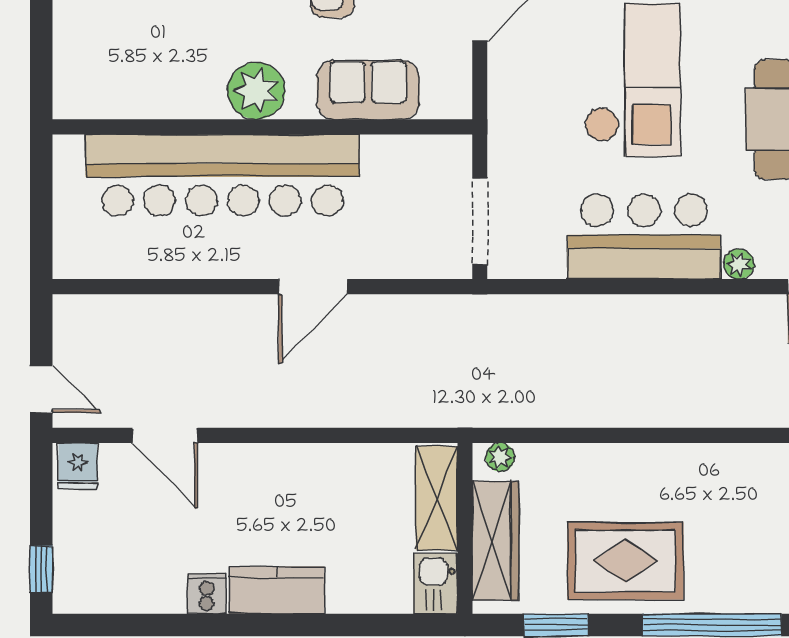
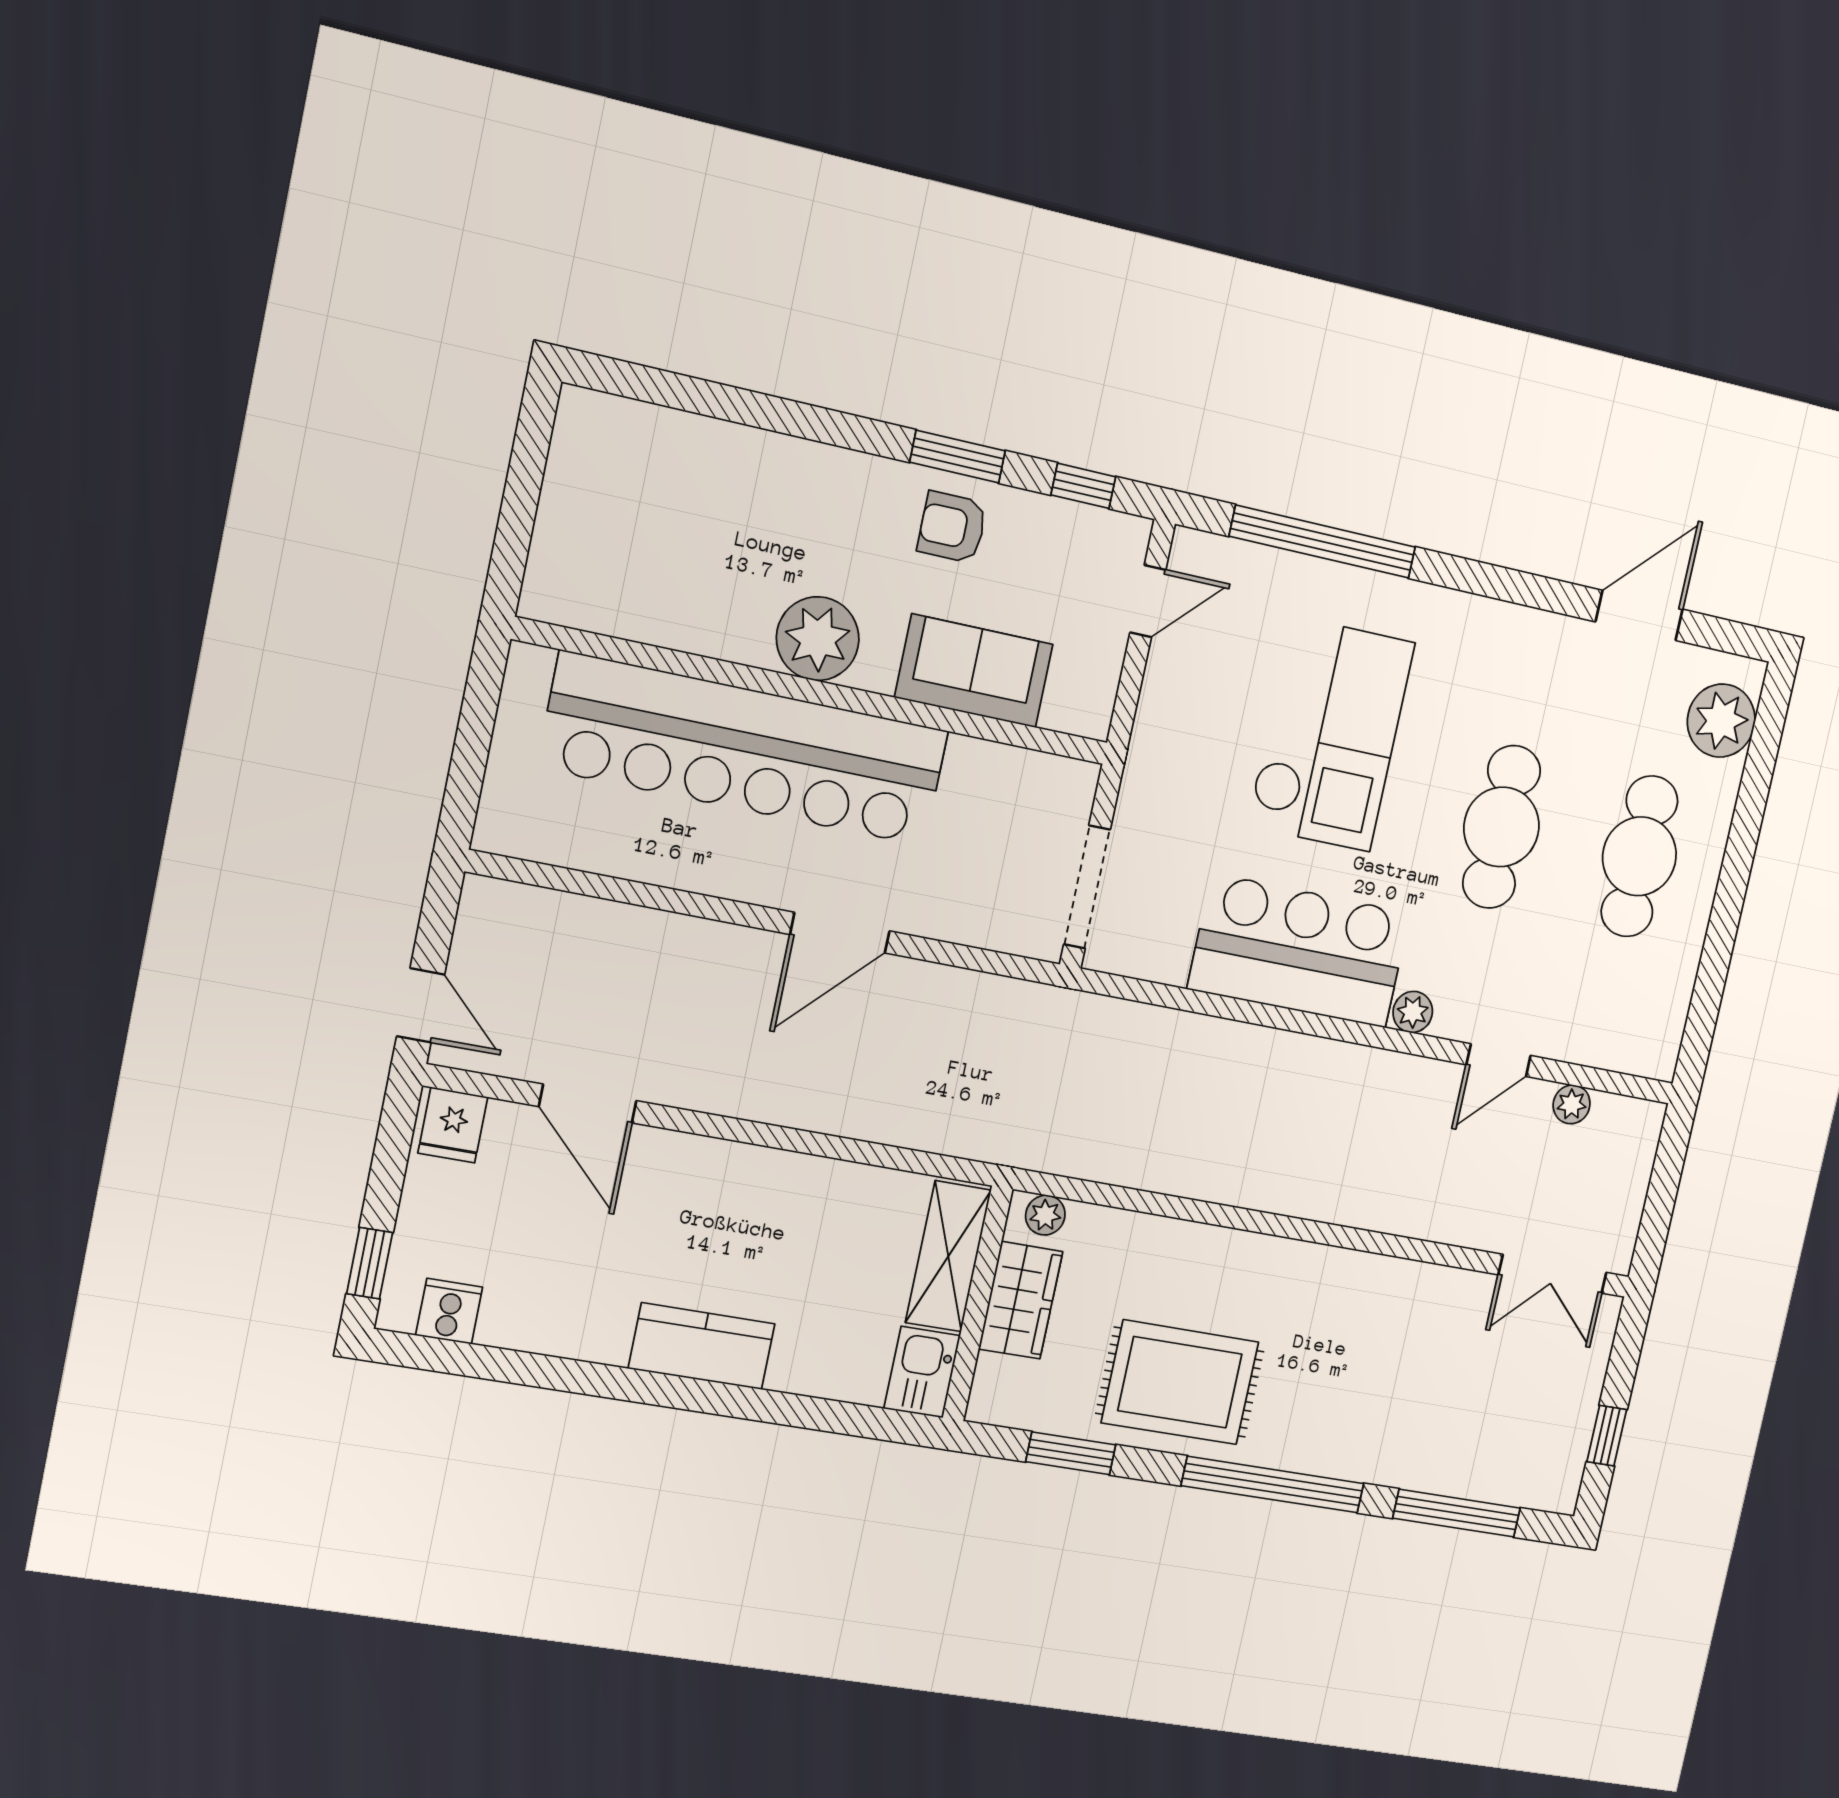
wardrobe: (495, 541) -> (1021, 1300), width x0.67
cooker: (207, 594) -> (449, 1311), moved

